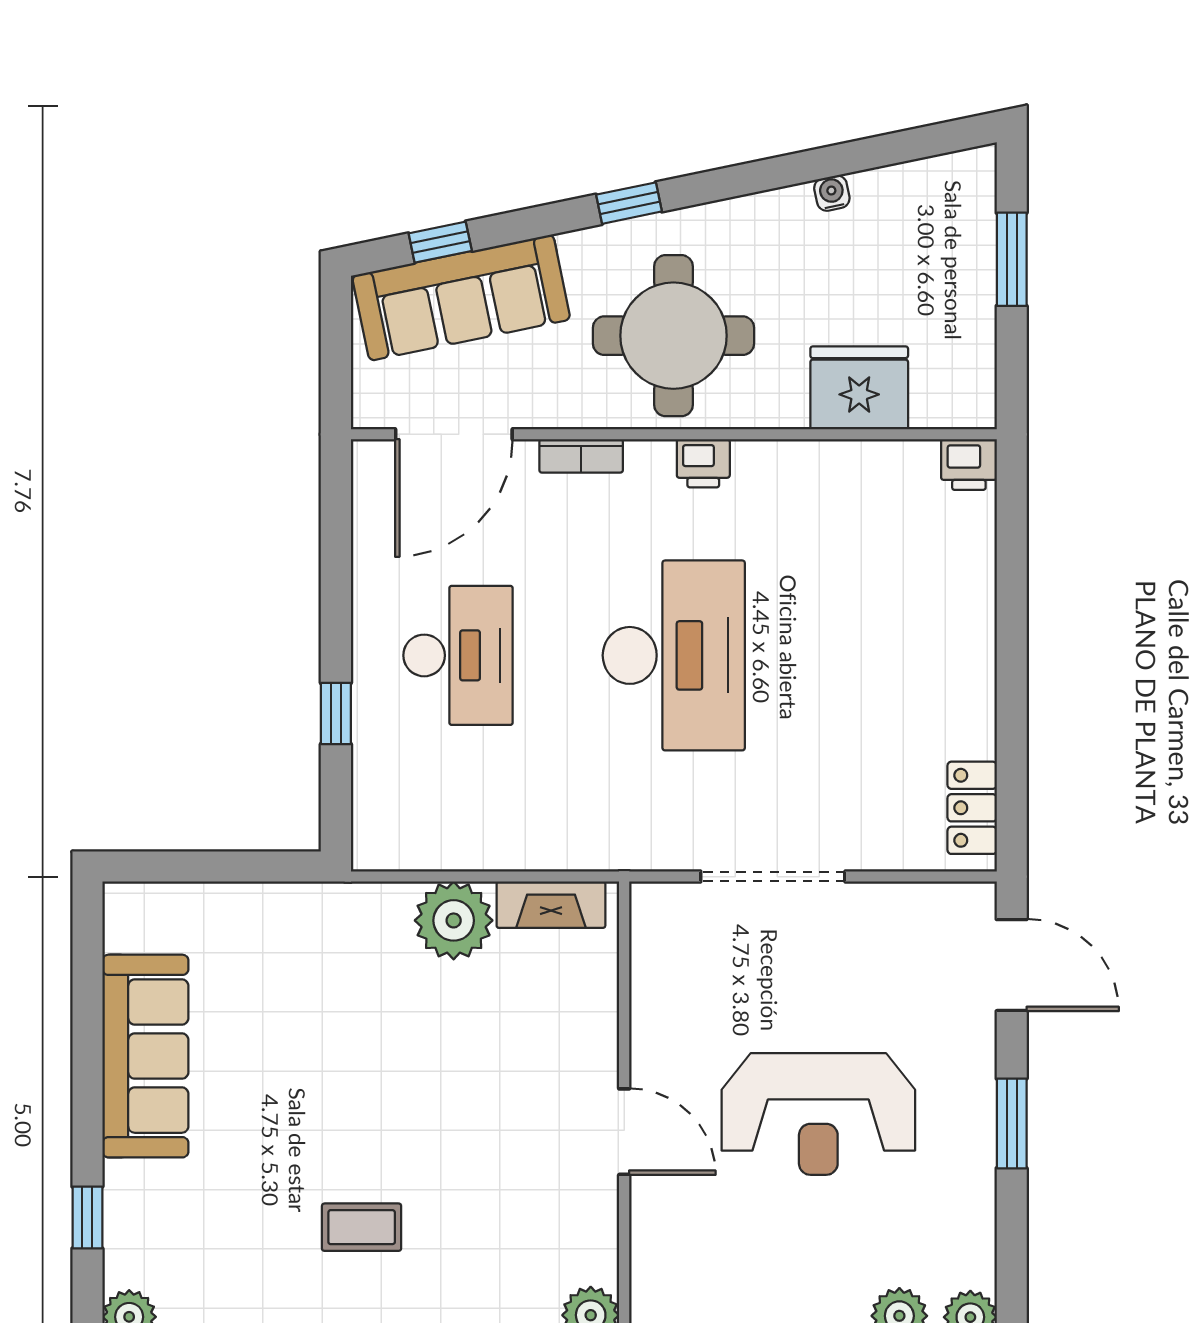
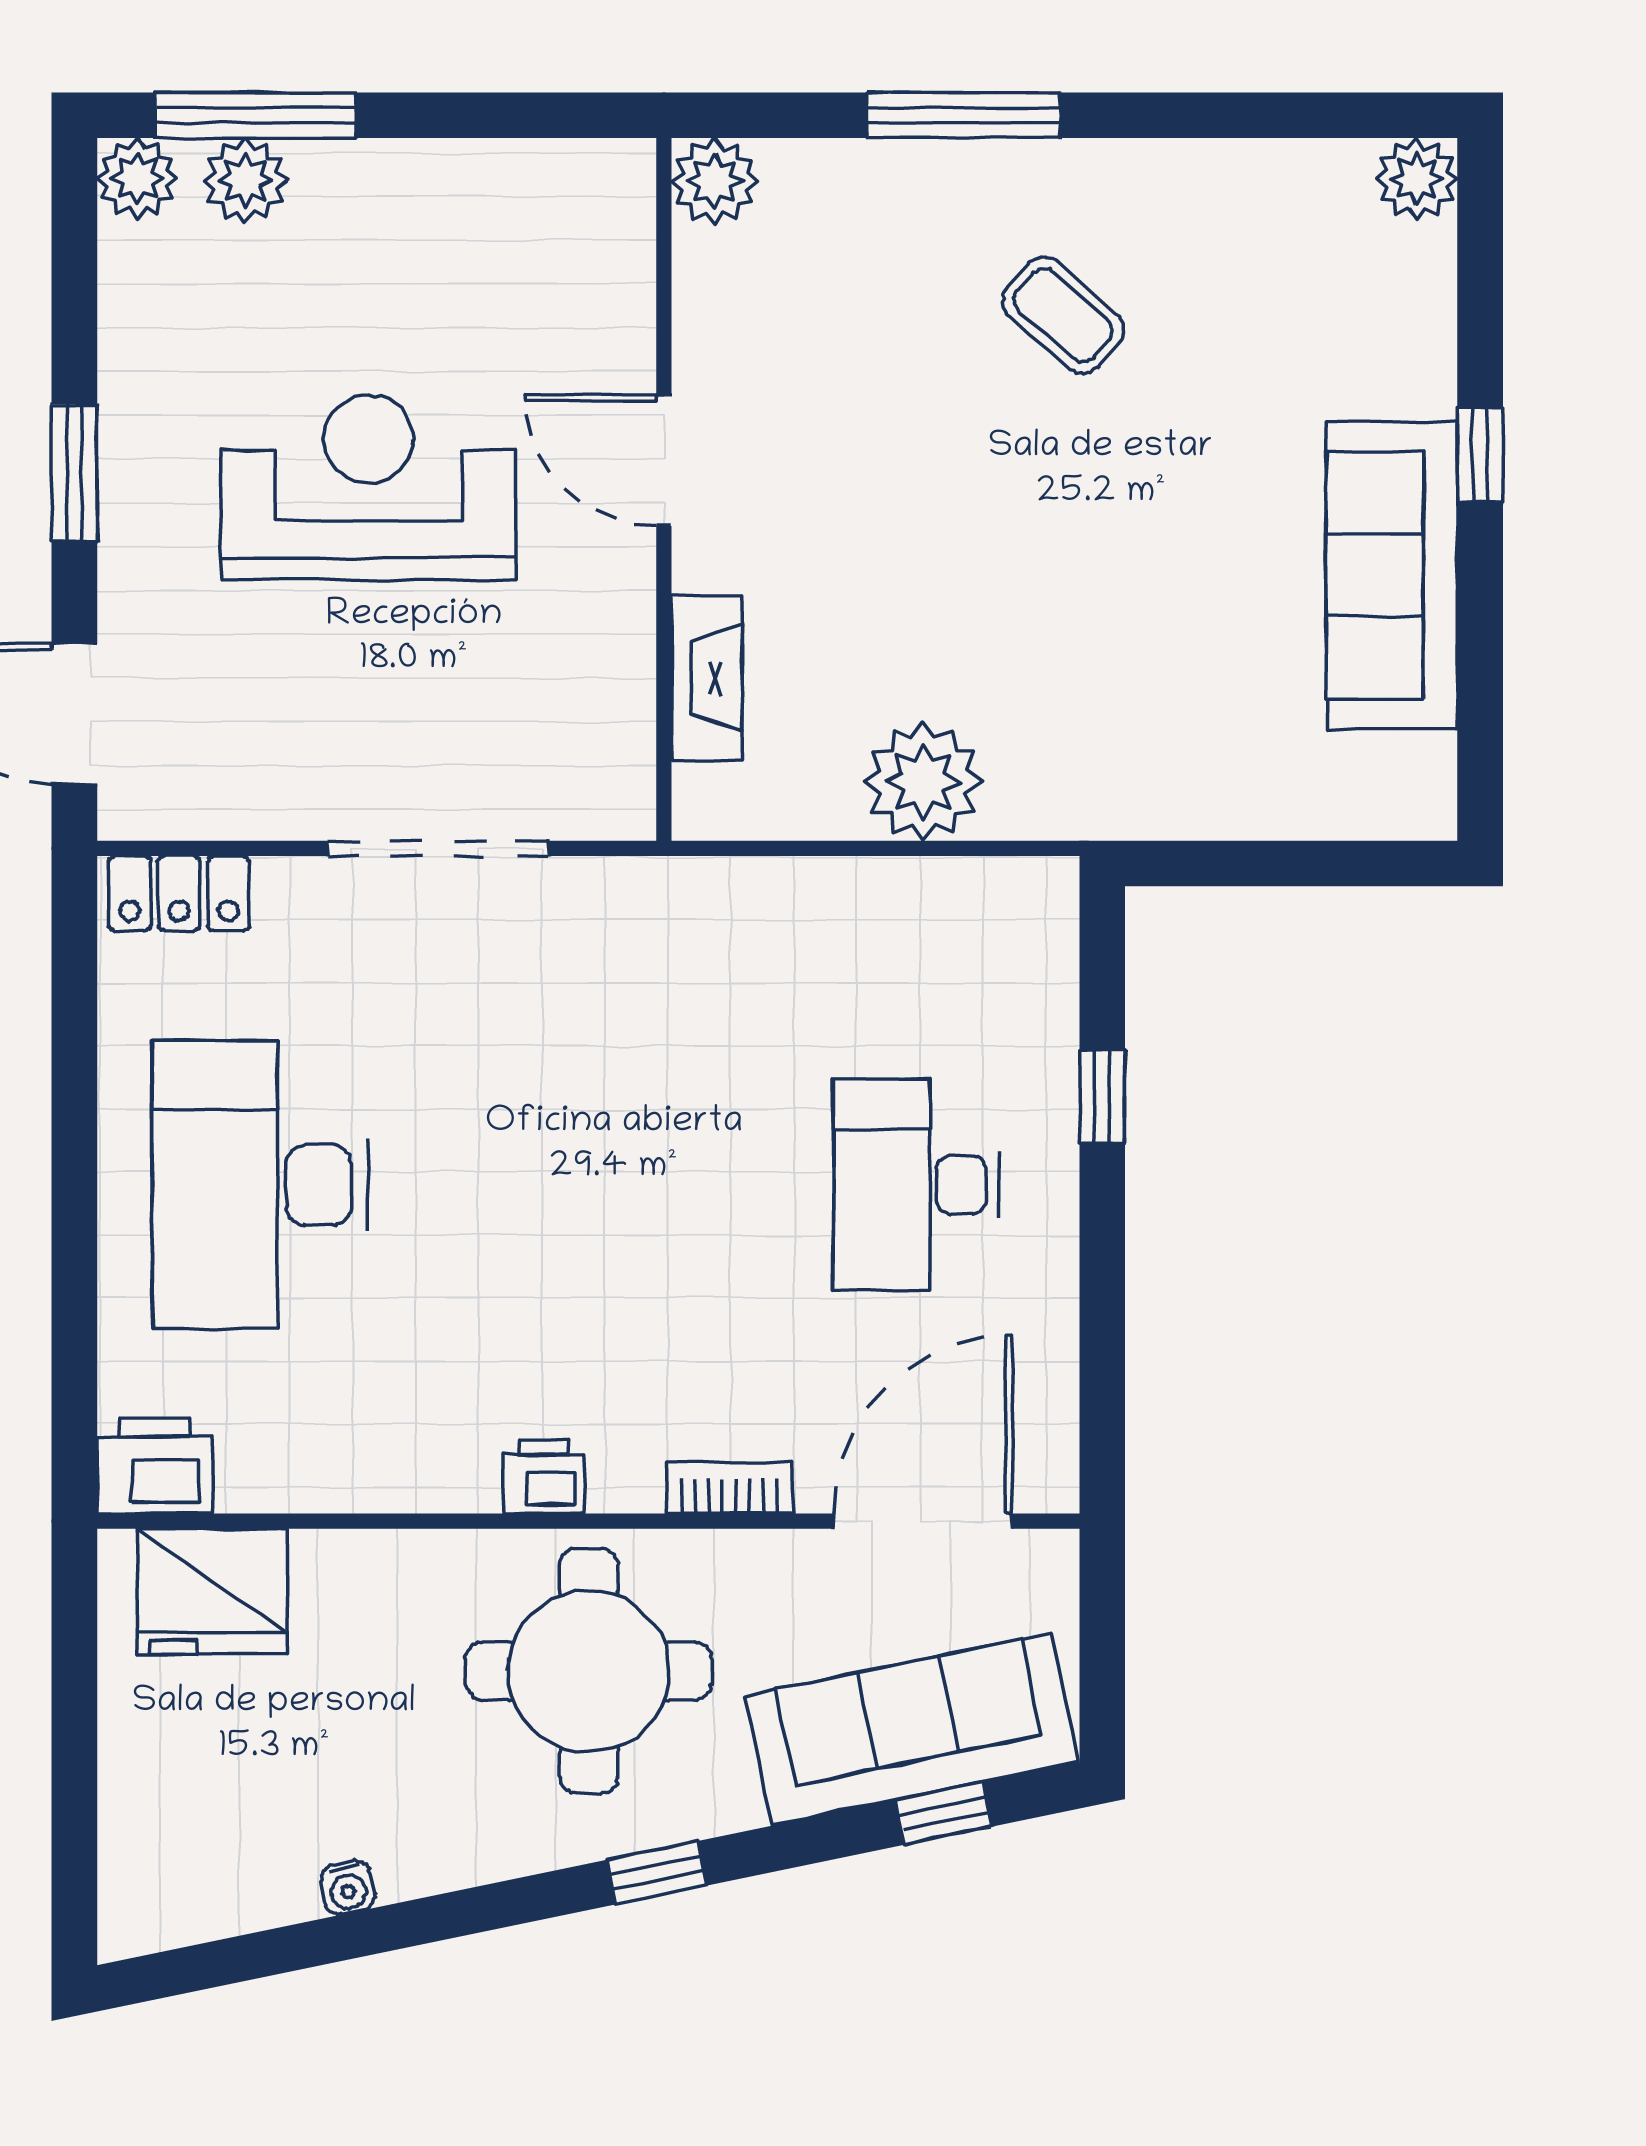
window: (1012, 259) -> (74, 1787), removed
fridge: (859, 388) -> (212, 1592), moved
printer: (969, 465) -> (155, 1466), width x1.36, depth x1.24
desk: (674, 655) -> (260, 1185), moved
locker: (972, 808) -> (179, 893), moved, turned 90
fireplace: (551, 905) -> (707, 678), moved, turned 90
window: (87, 1218) -> (1480, 455), moved
coffee table: (362, 1227) -> (1063, 315), turned 41

